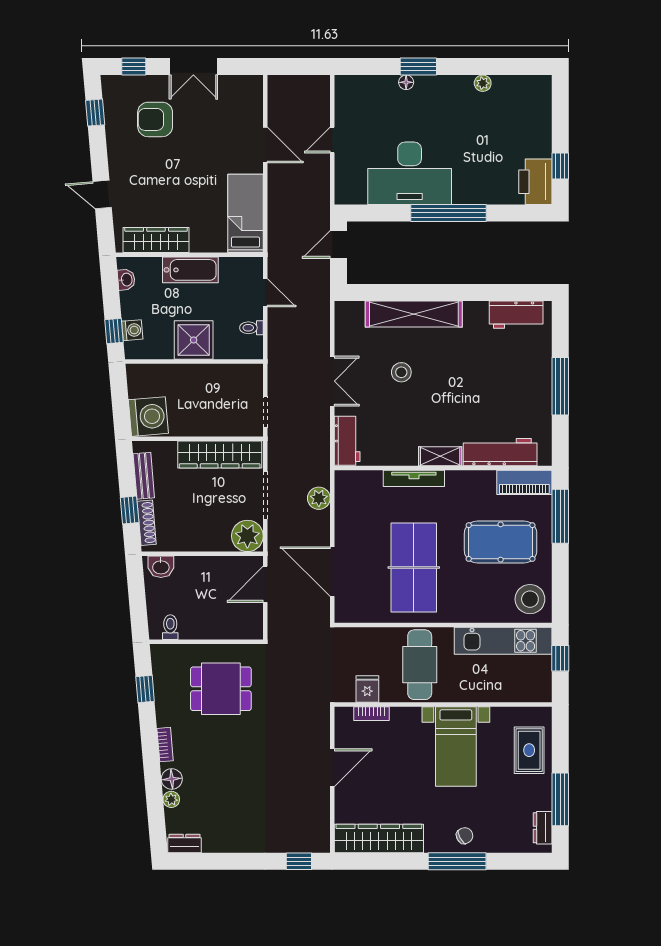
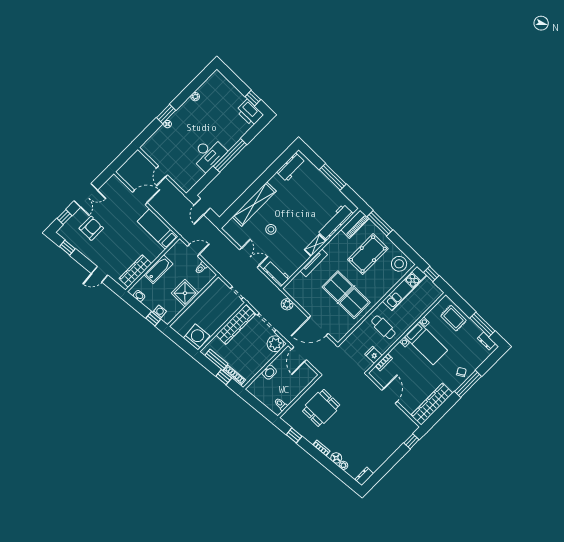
armchair: (155, 119) -> (91, 228), turned 180
desk: (410, 173) -> (208, 154), width x0.73, depth x0.77
washbasin: (161, 567) -> (269, 372), moved
cafe table: (420, 665) -> (383, 327), width x0.73, depth x0.74

